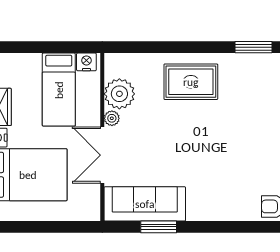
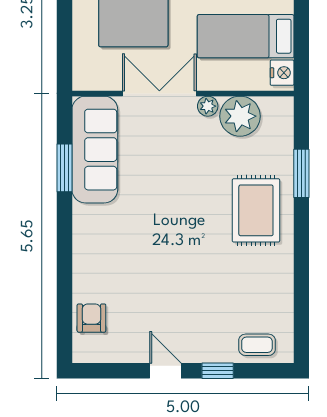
window: (254, 47) -> (301, 173), moved

